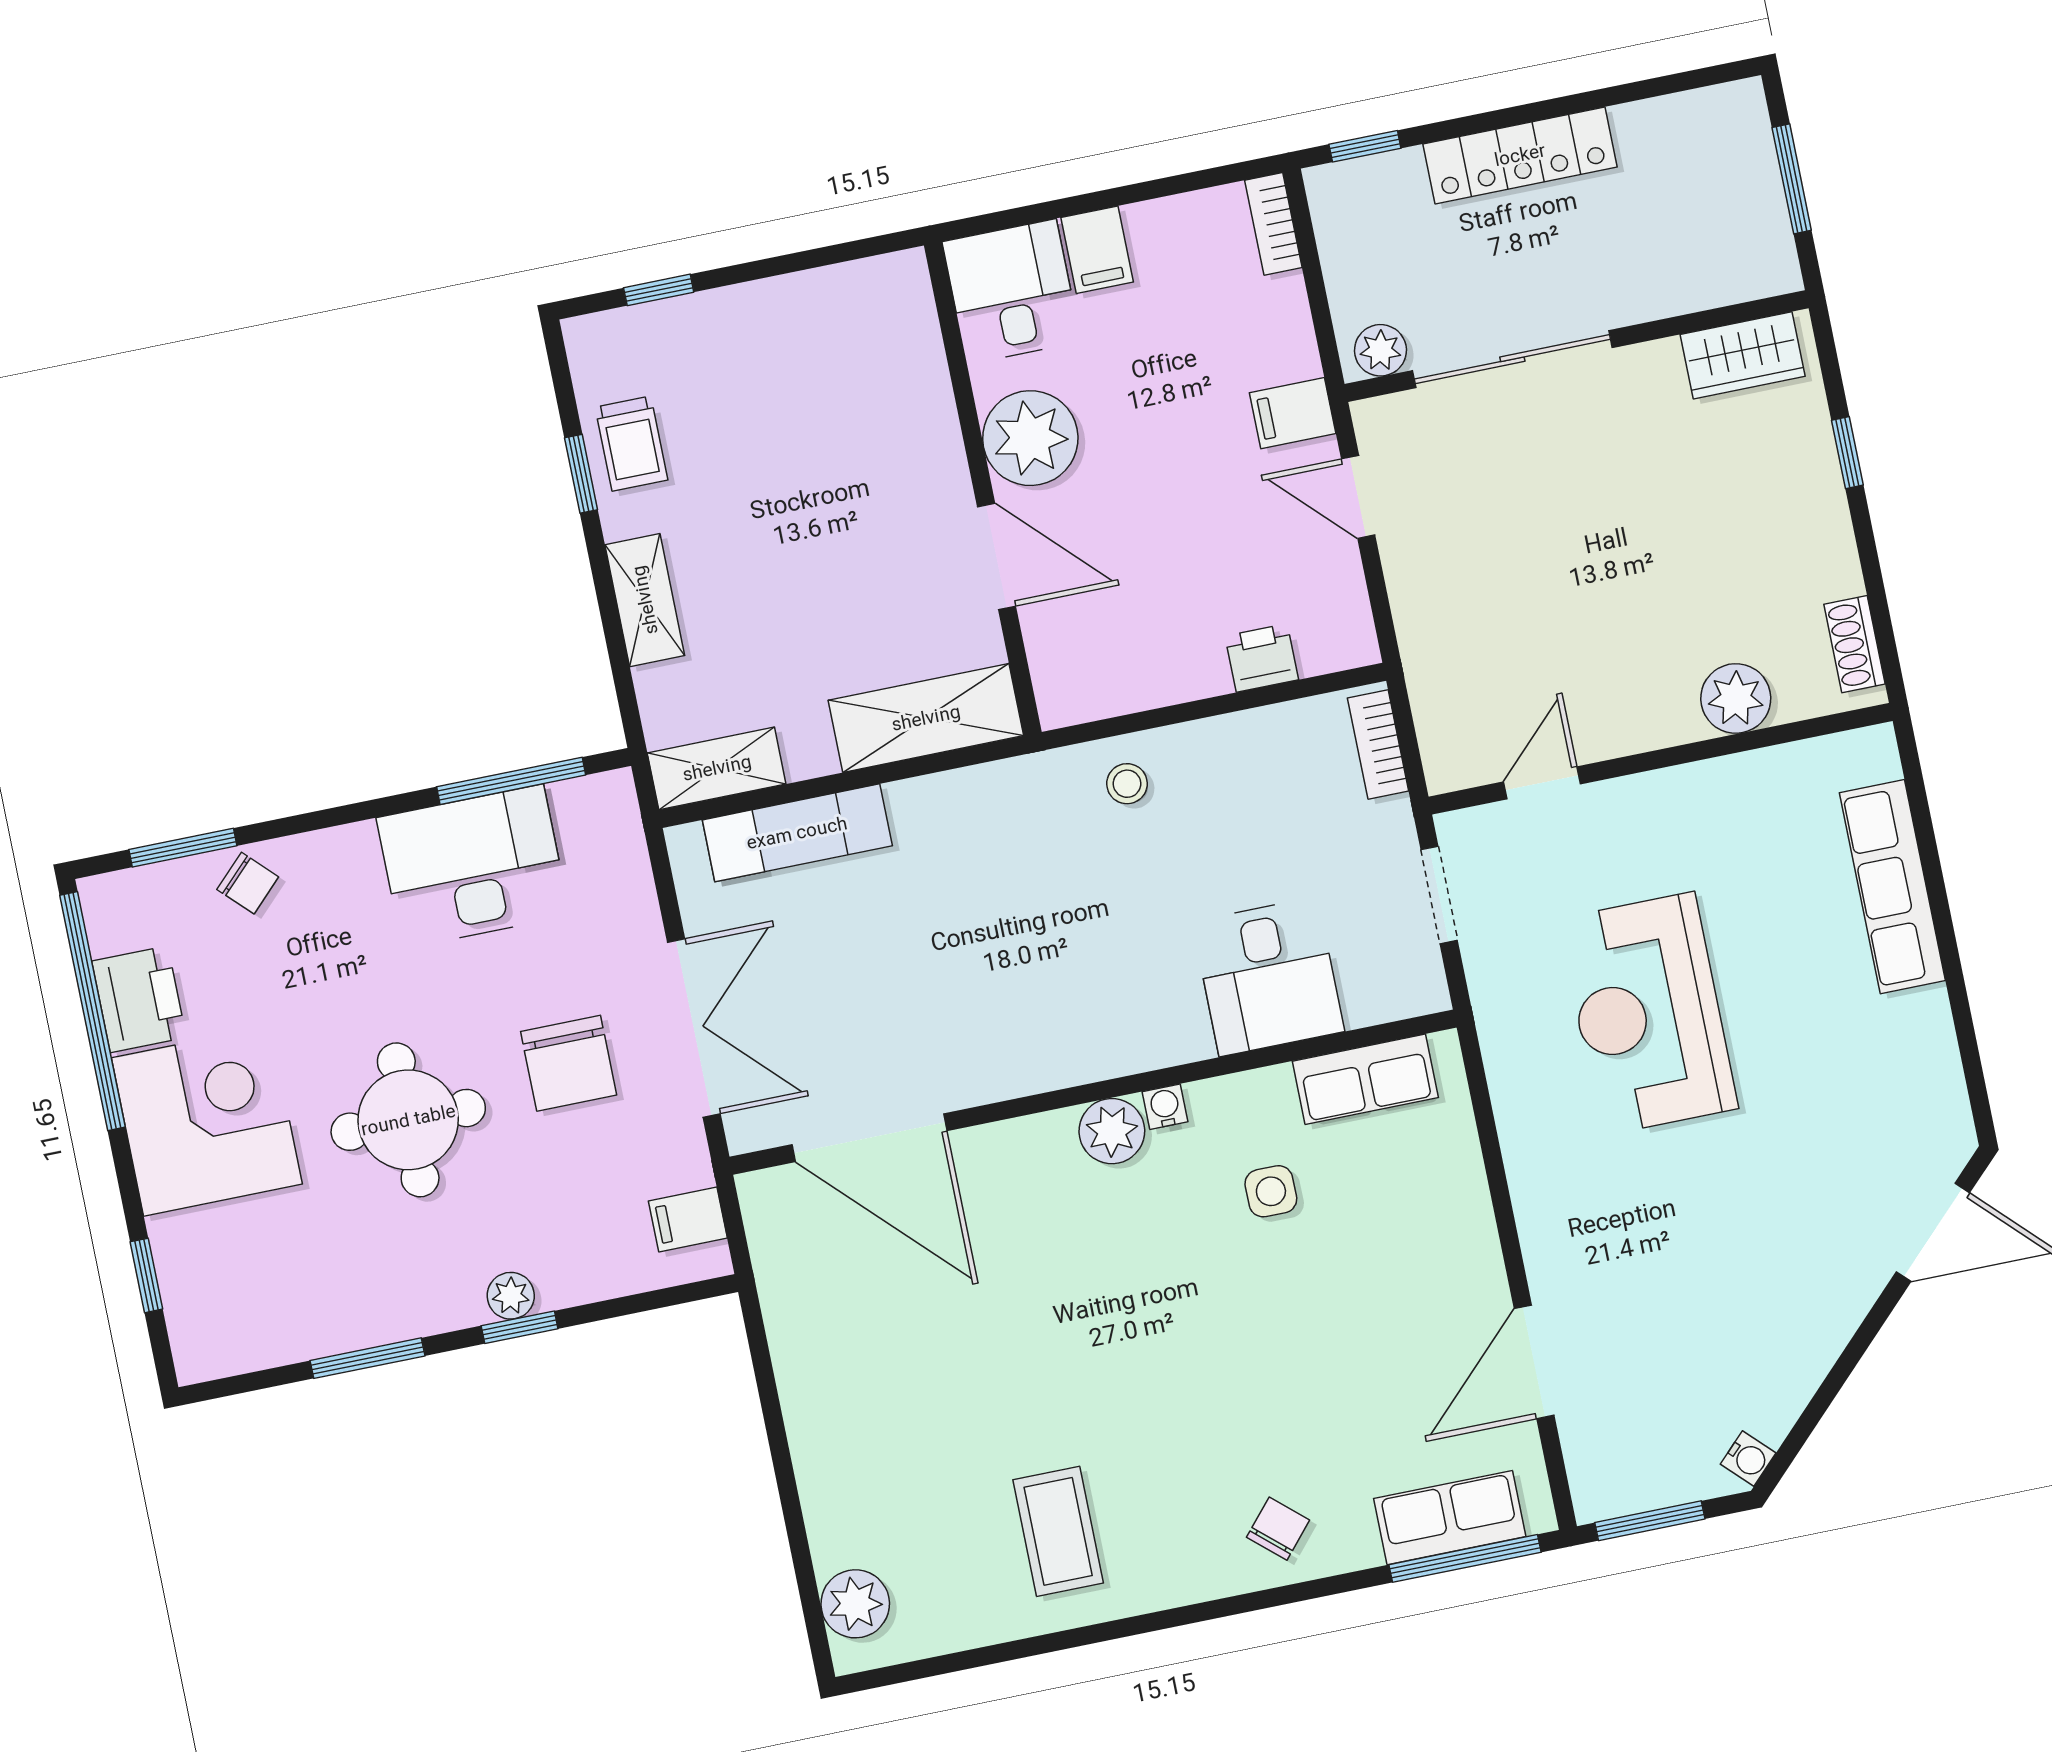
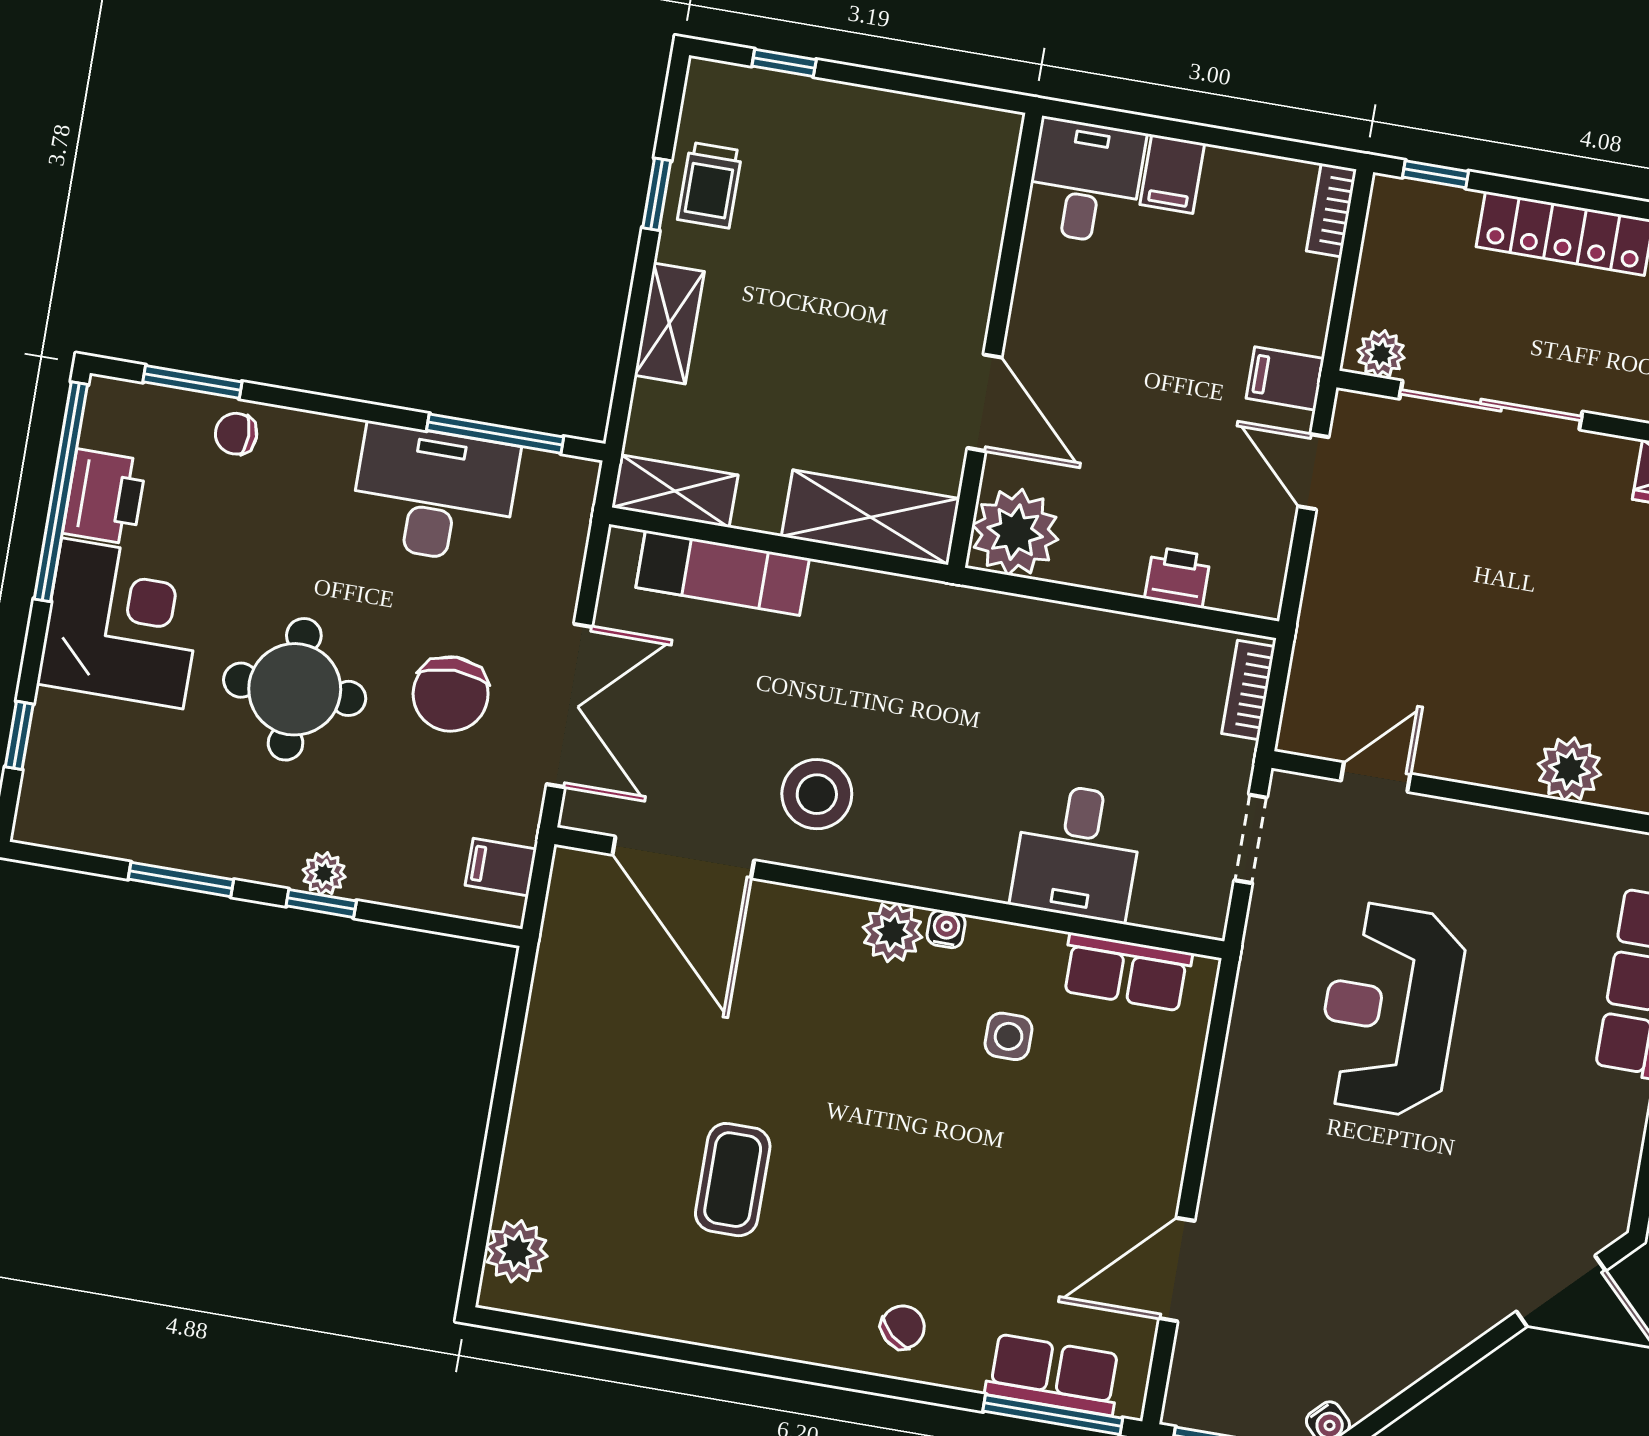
plant: (1030, 438) -> (1015, 532), moved
stool: (1127, 784) -> (817, 794), moved, width x1.89, depth x1.89
chair: (248, 883) -> (236, 434), turned 135
coffee table: (1058, 1531) -> (733, 1180), moved

